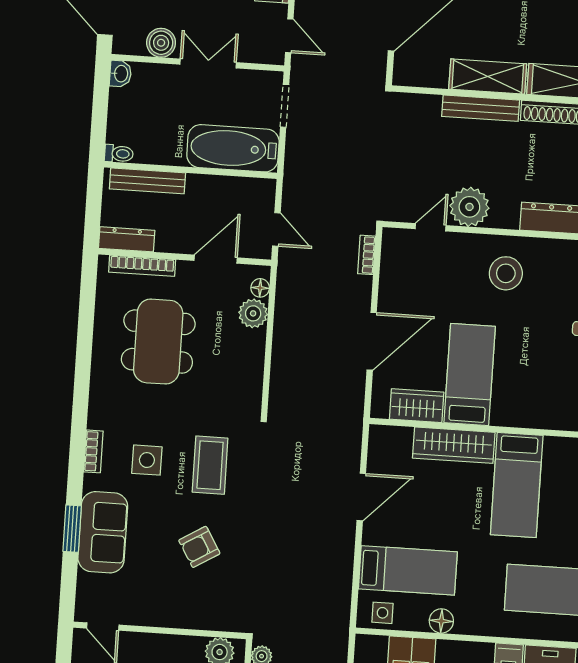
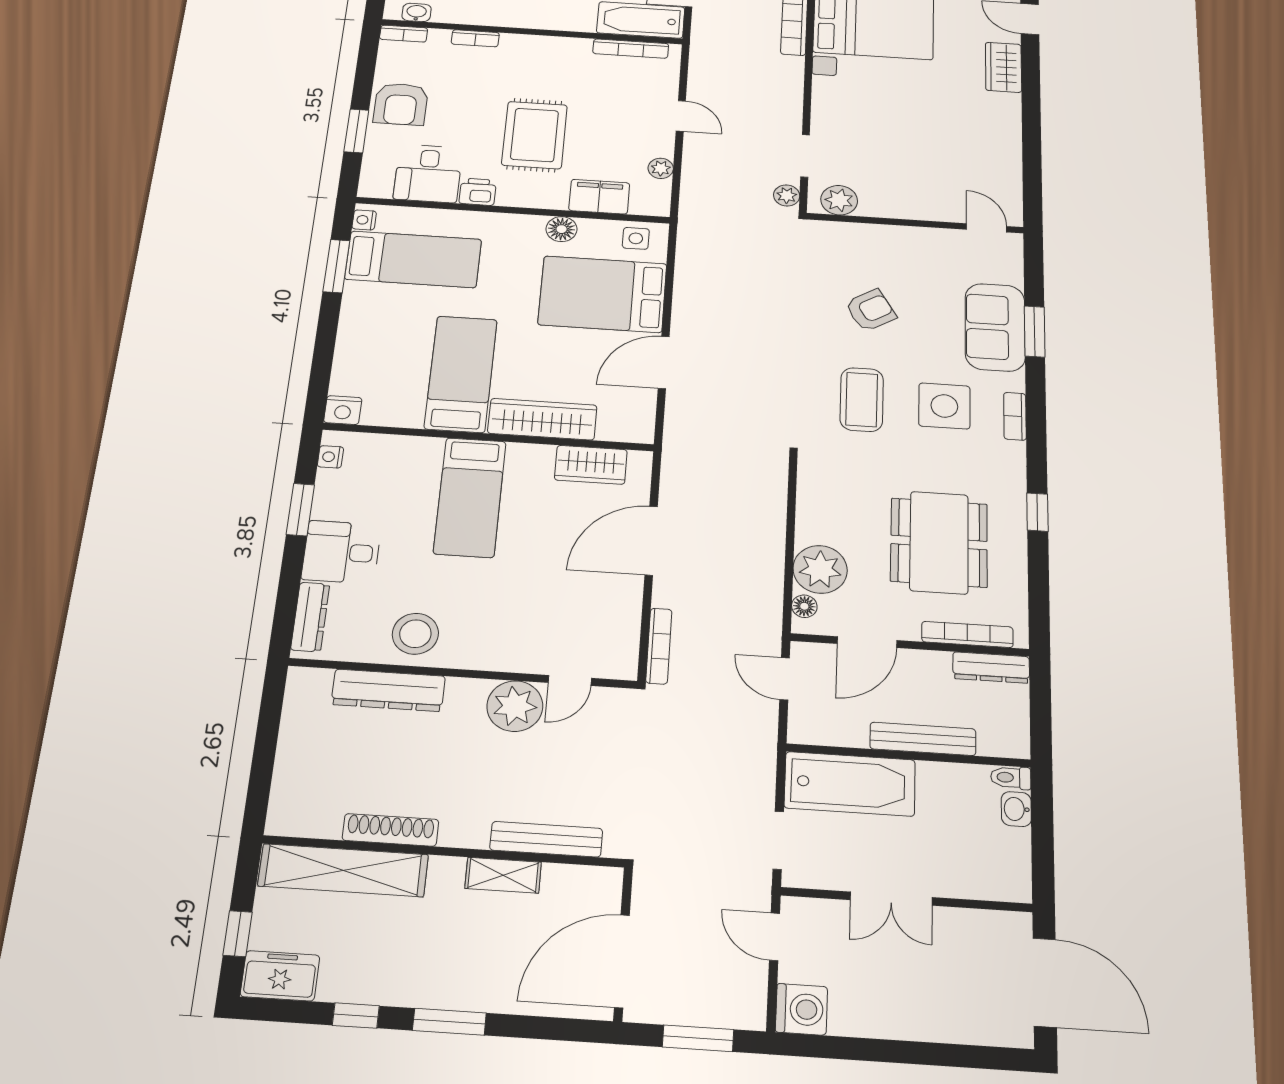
boiler: (161, 43) -> (961, 928), removed
washbasin: (120, 74) -> (1016, 809), moved
shelving: (488, 77) -> (503, 875), width x0.67, depth x0.75
bench: (481, 108) -> (546, 839), moved
bench: (147, 181) -> (923, 739), moved
bookcase: (367, 255) -> (659, 646), width x1.56
stool: (506, 273) -> (415, 634), moved
plant: (253, 313) -> (820, 569), width x1.36, depth x1.36
window: (83, 368) -> (1037, 512), added
bed: (470, 375) -> (470, 497), moved
side table: (147, 460) -> (944, 406), width x1.37, depth x1.37
bed: (408, 570) -> (603, 294), width x1.50

